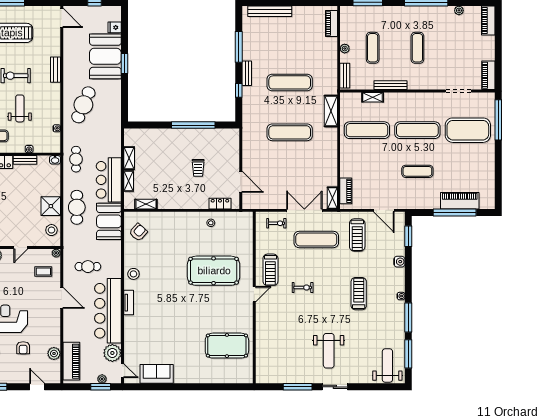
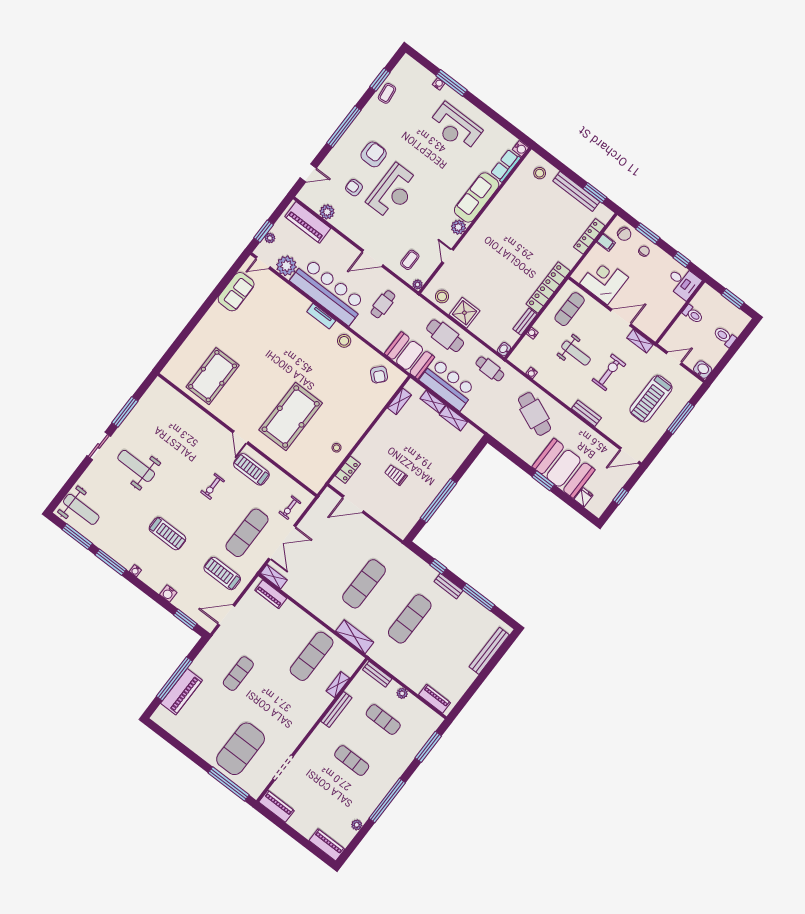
exercise mat: (417, 130) -> (276, 703), removed

